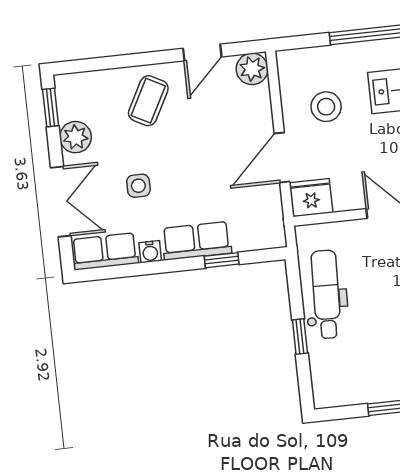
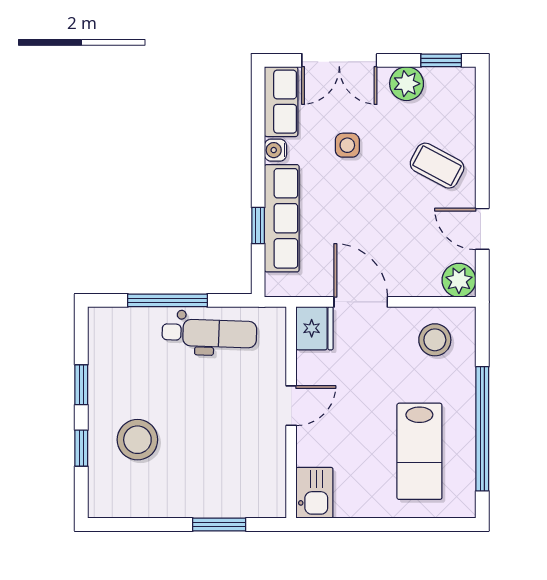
stool: (326, 107) -> (435, 340), moved
row of seats: (197, 241) -> (282, 218), width x1.48
window: (300, 336) -> (167, 300), width x2.17

